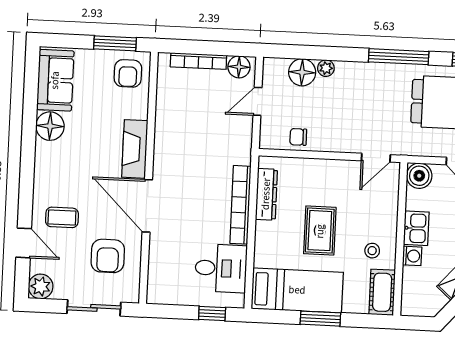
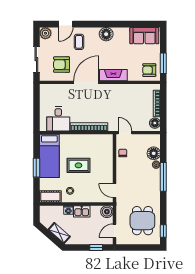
window: (399, 57) -> (163, 177), moved
door: (258, 101) -> (125, 133), moved
floor lamp: (50, 126) -> (106, 34), moved
dresser: (266, 194) -> (95, 139), removed
window: (212, 313) -> (36, 116), removed

